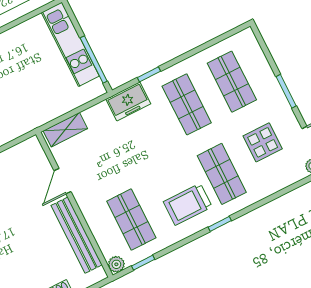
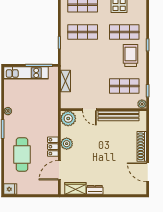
freezer: (128, 101) -> (67, 59), removed
shelving: (65, 130) -> (65, 81), moved
plant: (30, 153) -> (68, 118), added
trolley: (188, 204) -> (131, 55), turned 180

